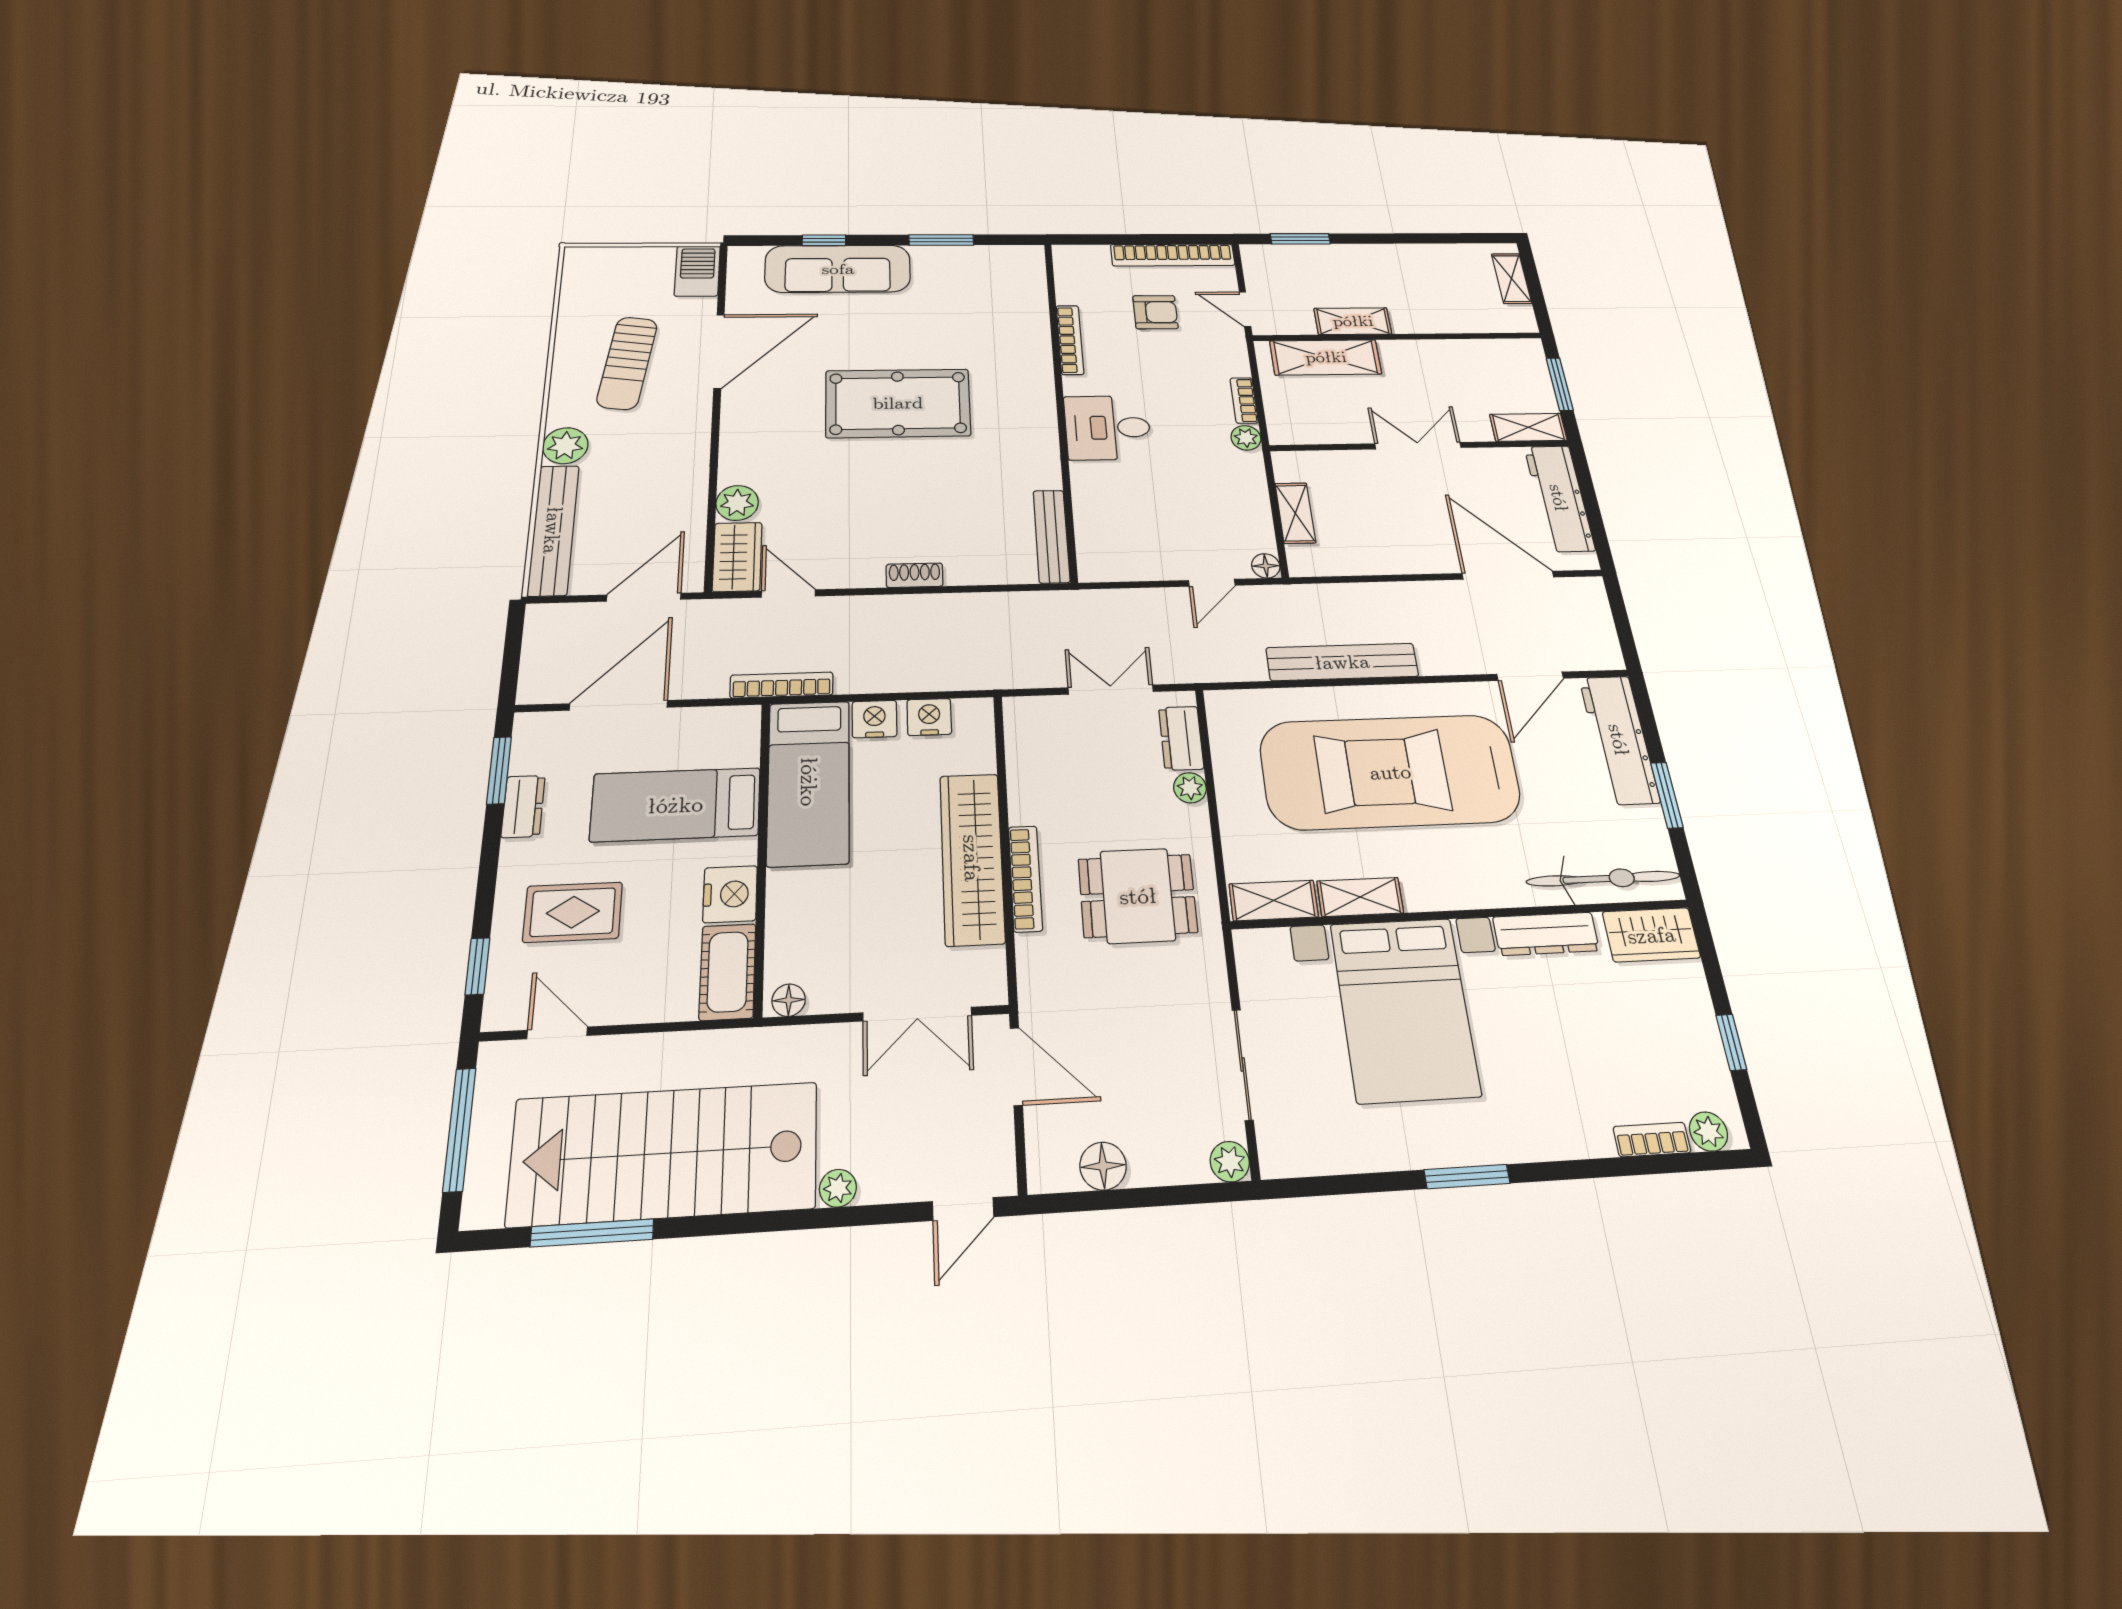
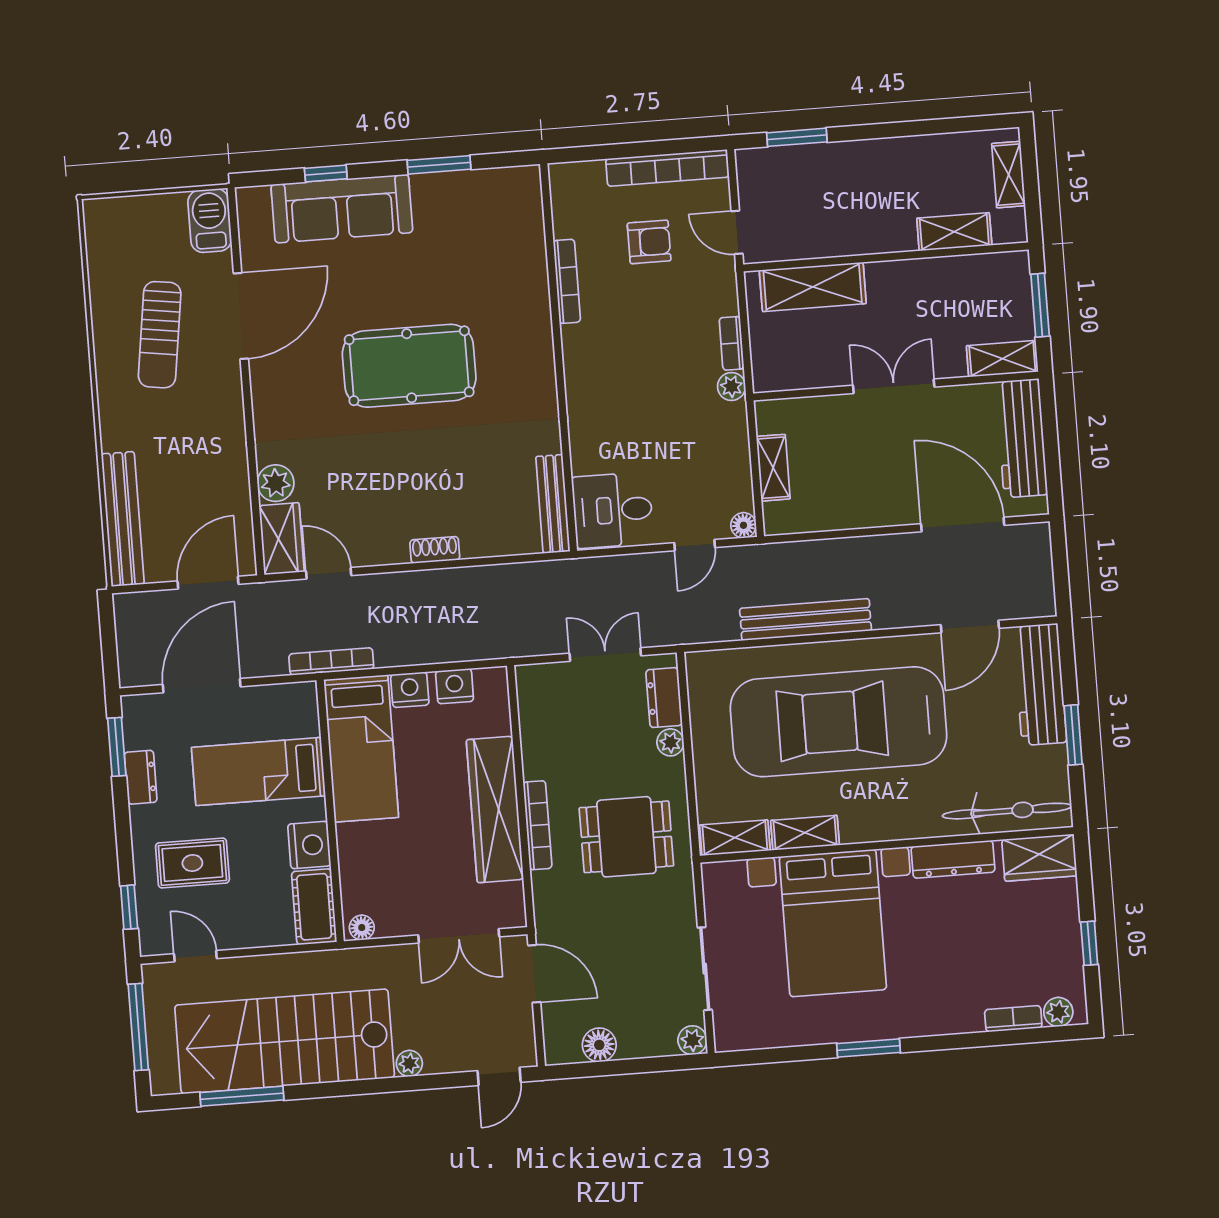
shelving: (1353, 321) -> (954, 232), moved
desk: (1108, 428) -> (613, 510), moved
plant: (565, 446) -> (119, 430), removed

